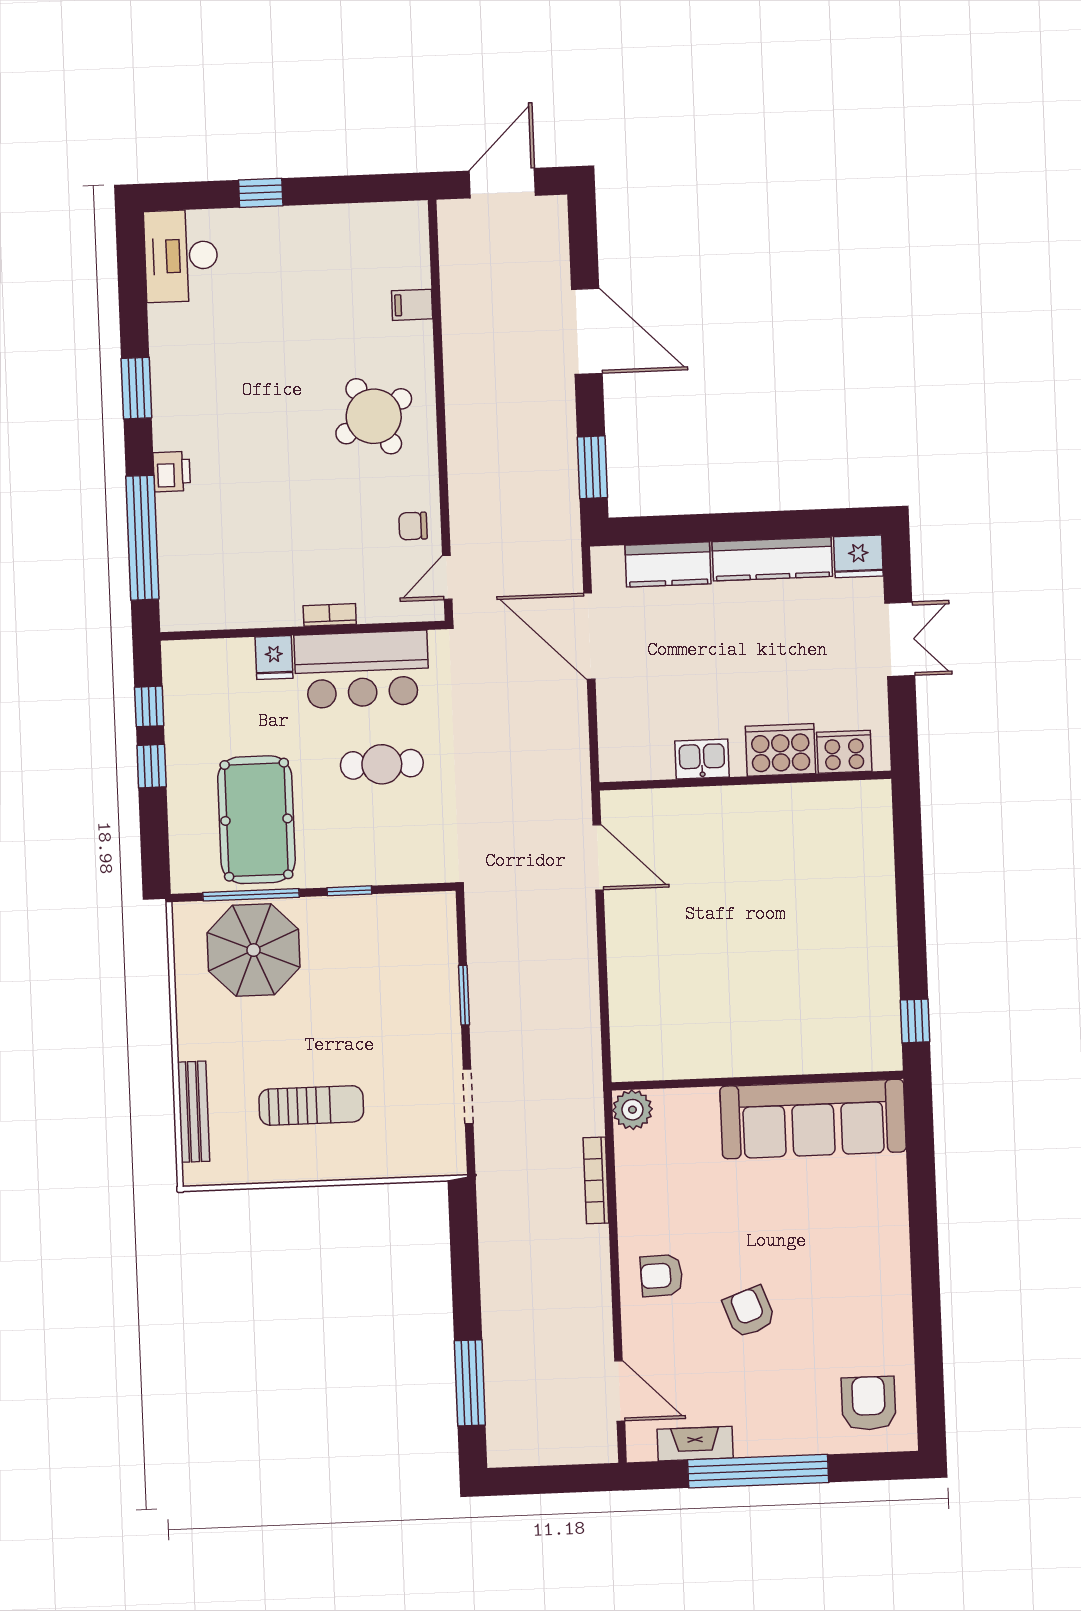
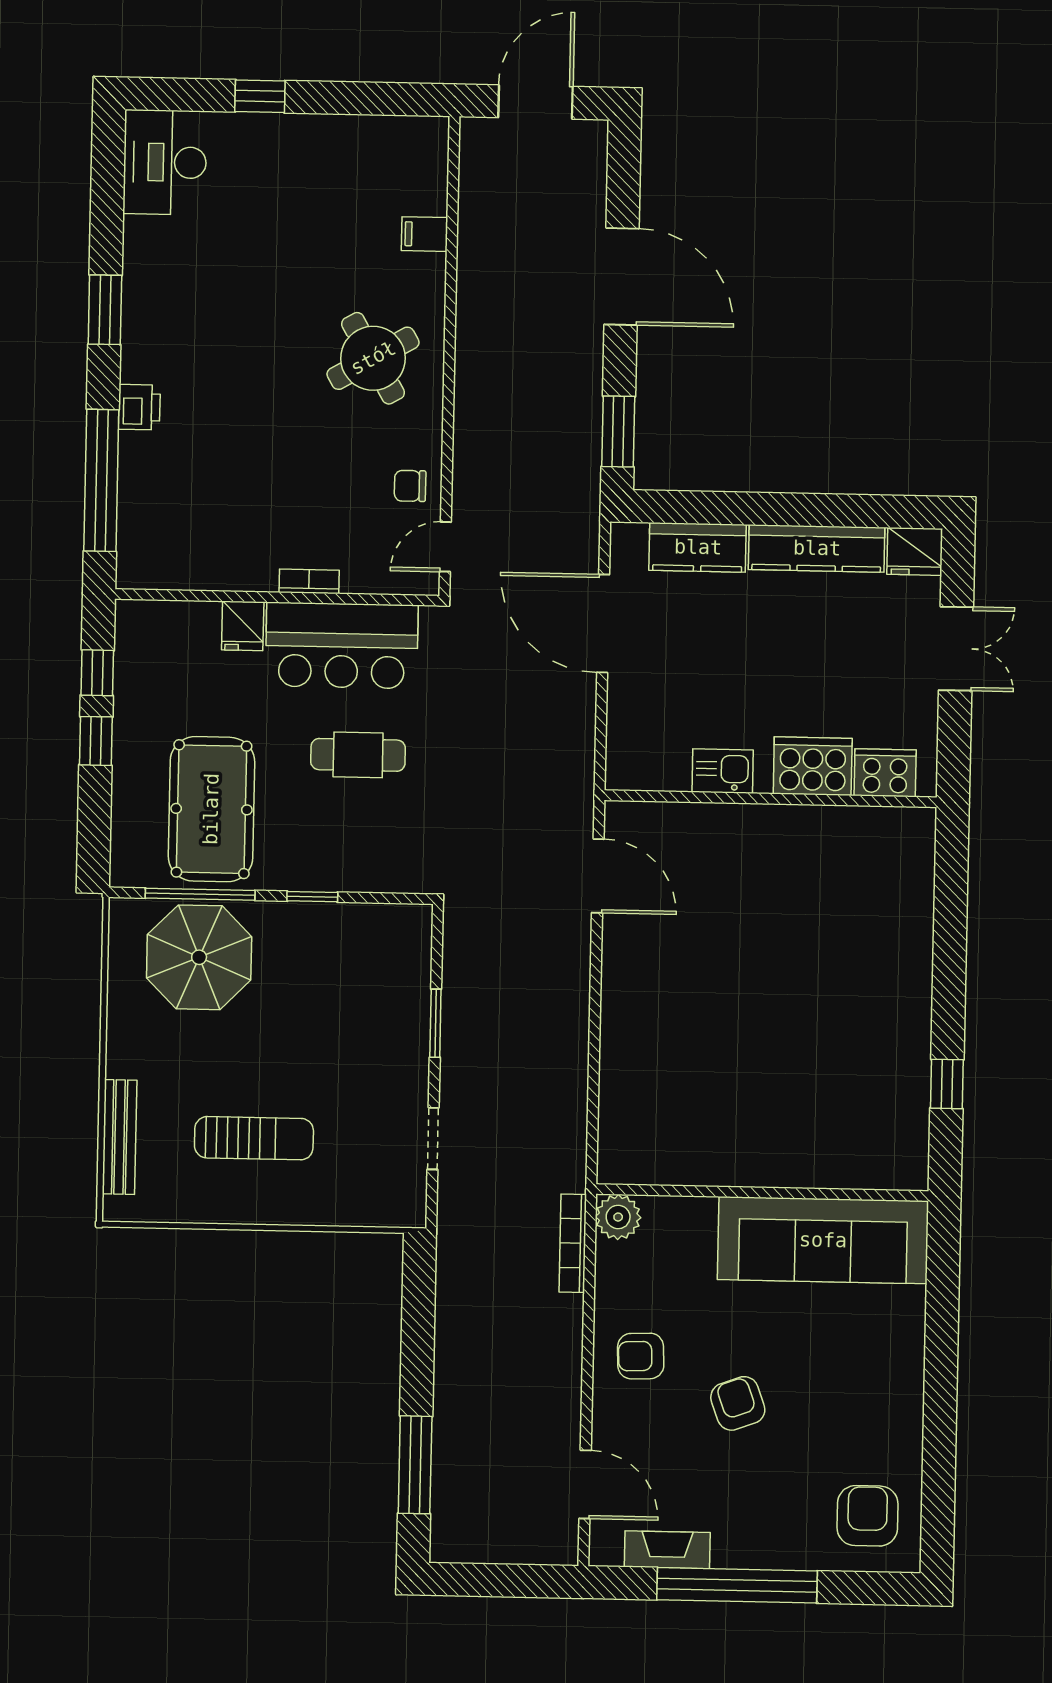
wall: (757, 1081) -> (762, 1193), moved
plant: (632, 1110) -> (618, 1217), moved
sofa: (813, 1119) -> (823, 1240), moved

